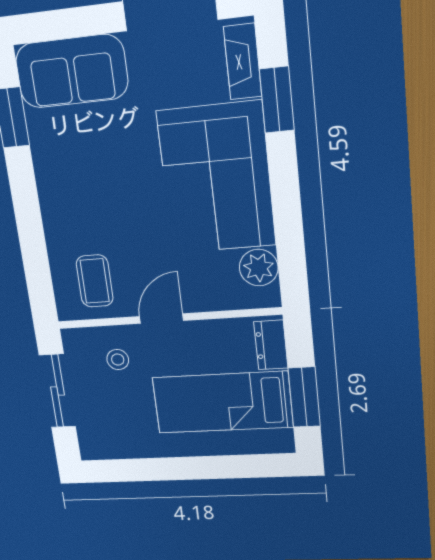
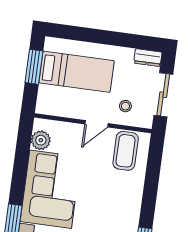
coffee table: (95, 281) -> (126, 151), width x1.36, depth x1.30
dresser: (271, 345) -> (148, 58), moved, turned 90

